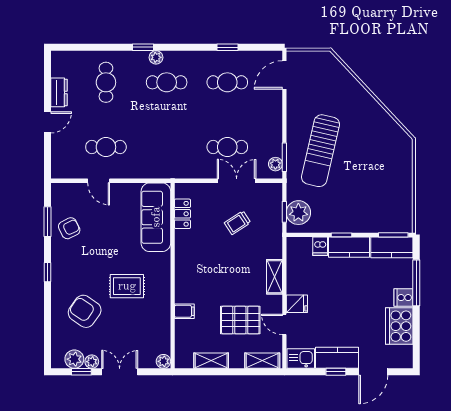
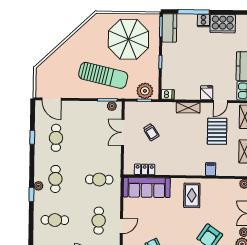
cafe table: (227, 147) -> (99, 180), moved, turned 90
parasol: (374, 187) -> (128, 39), added
dishwasher: (320, 246) -> (168, 94), moved
kitchen counter: (349, 247) -> (169, 57), removed
rug: (127, 286) -> (192, 195), moved

